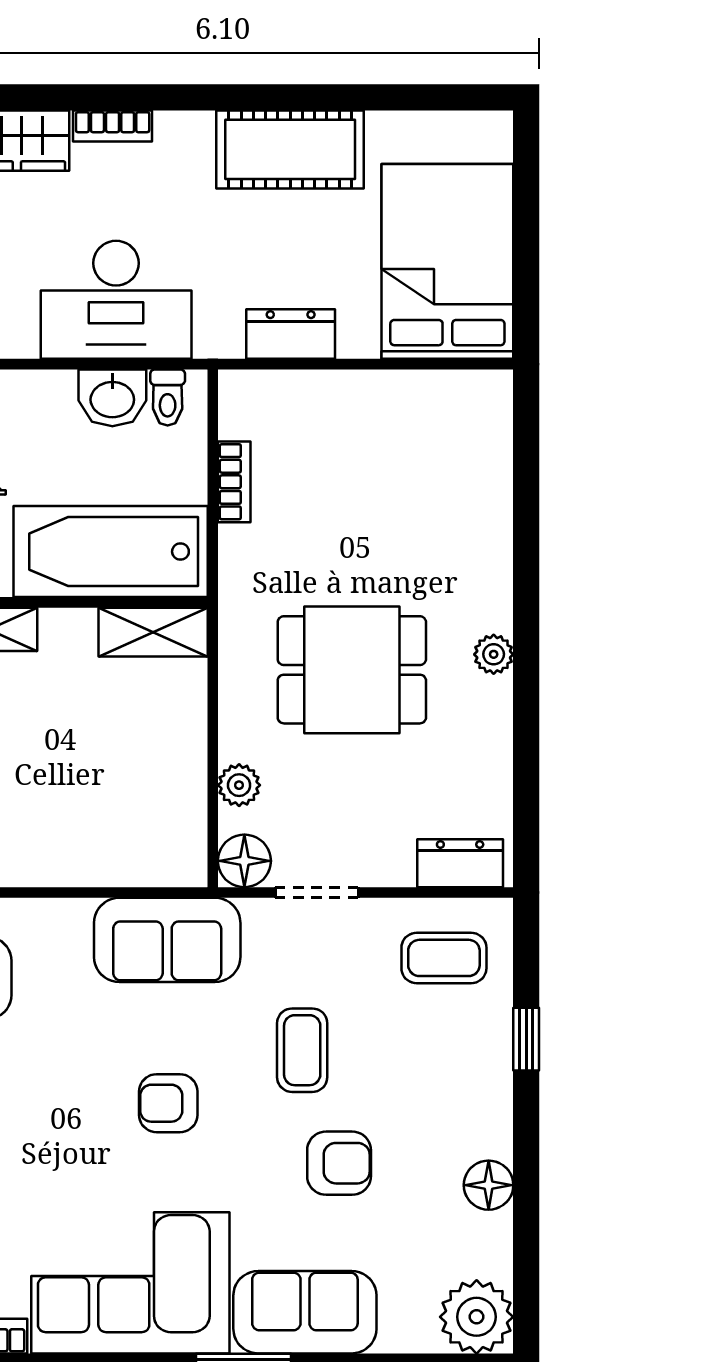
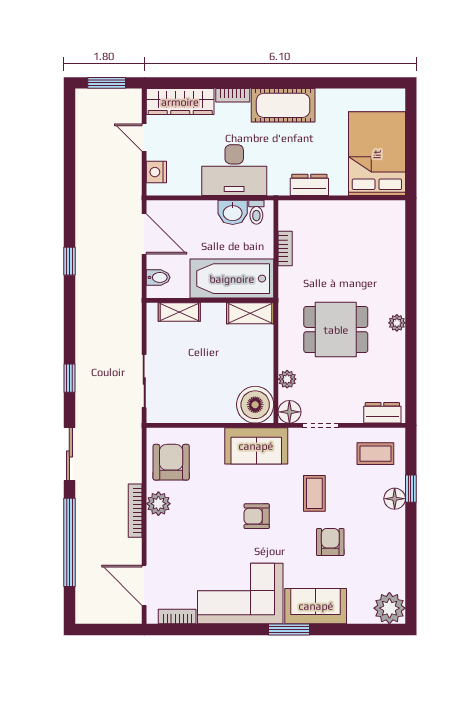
cot: (290, 149) -> (283, 105), moved
boiler: (165, 844) -> (255, 405), added
armchair: (339, 1163) -> (330, 542), turned -90
floor lamp: (489, 1185) -> (395, 499), moved

